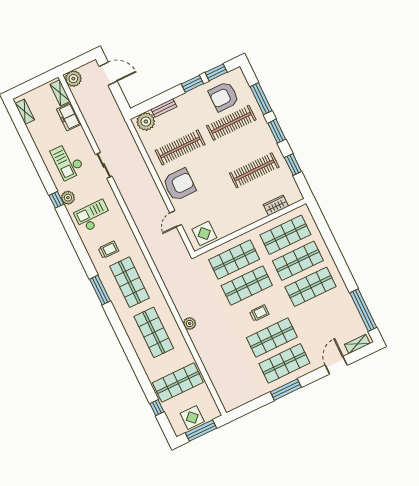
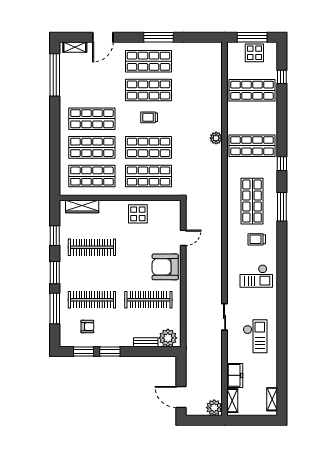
armchair: (224, 96) -> (87, 327), width x0.53, depth x0.53
plant: (68, 198) -> (271, 303), removed
window: (56, 200) -> (282, 164), moved
wardrobe: (276, 205) -> (82, 206), width x1.50
display table: (204, 233) -> (138, 214), moved
shop shelf: (154, 332) -> (252, 146), turned 90

